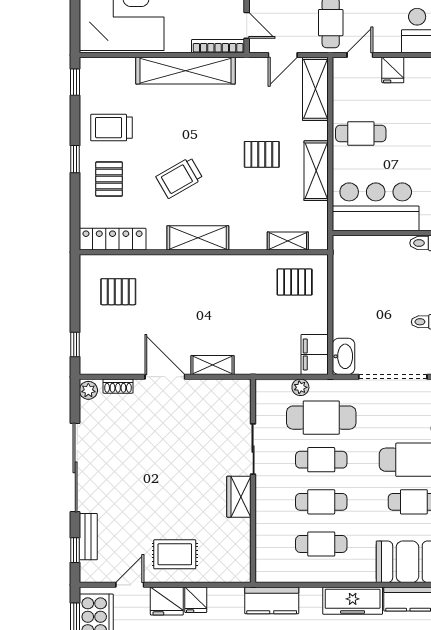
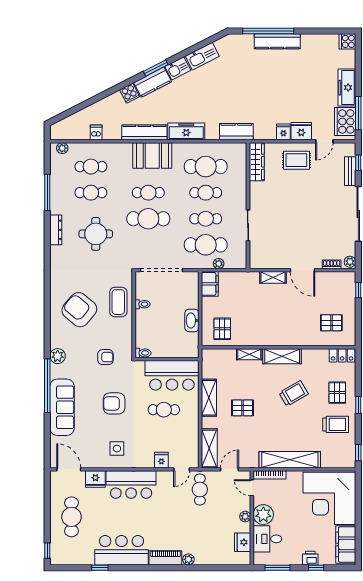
cafe table: (361, 133) -> (164, 410), moved
locker: (113, 239) -> (342, 355), width x0.66
shelving: (288, 241) -> (249, 354), moved
pallet: (295, 282) -> (222, 329), turned 90
washbasin: (344, 356) -> (192, 320), moved
wardrobe: (239, 497) -> (257, 162), moved, width x1.50
cafe table: (321, 544) -> (206, 167), width x1.37, depth x1.35

